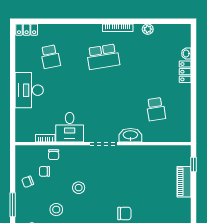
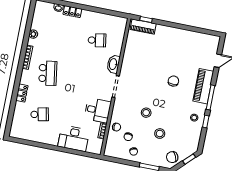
locker: (27, 30) -> (22, 93), moved
desk: (29, 90) -> (74, 138), moved
piano: (184, 182) -> (143, 27), moved

